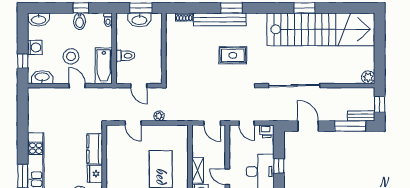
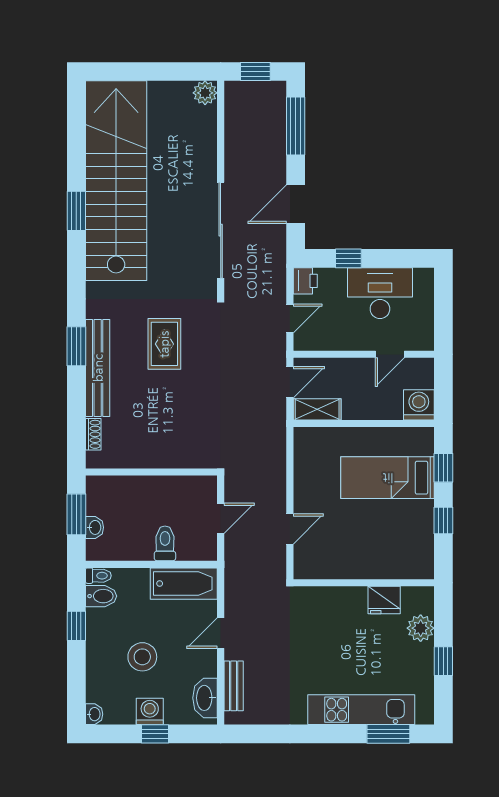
washbasin: (39, 20) -> (94, 714), width x0.52, depth x0.69
washbasin: (139, 20) -> (95, 527), width x0.52, depth x0.69
bidet: (80, 21) -> (101, 596), moved
stool: (71, 56) -> (142, 657), moved
window: (23, 61) -> (155, 734), moved
plant: (159, 116) -> (277, 481), removed
bench: (361, 116) -> (234, 686), moved
kitchen counter: (95, 149) -> (338, 600), removed
window: (279, 166) -> (348, 258), moved
shelving: (198, 170) -> (317, 409), moved

